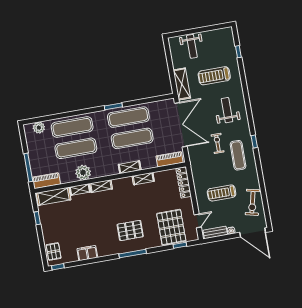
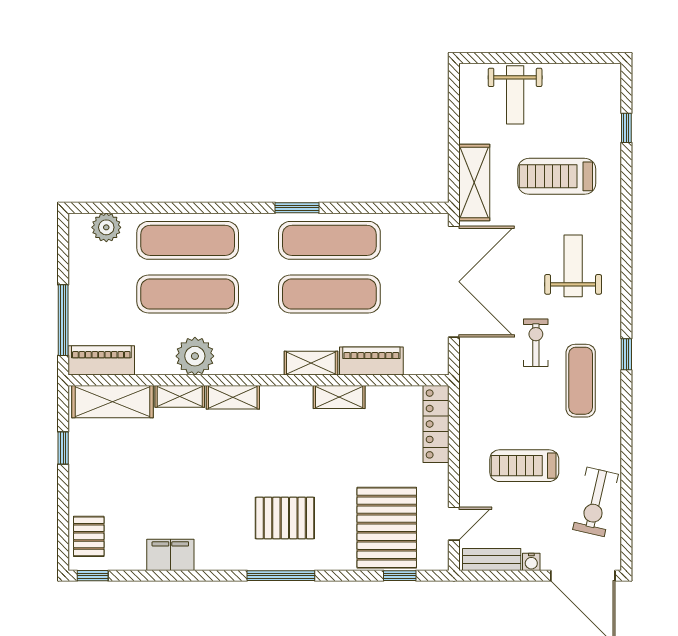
piano: (169, 159) -> (371, 361), moved

